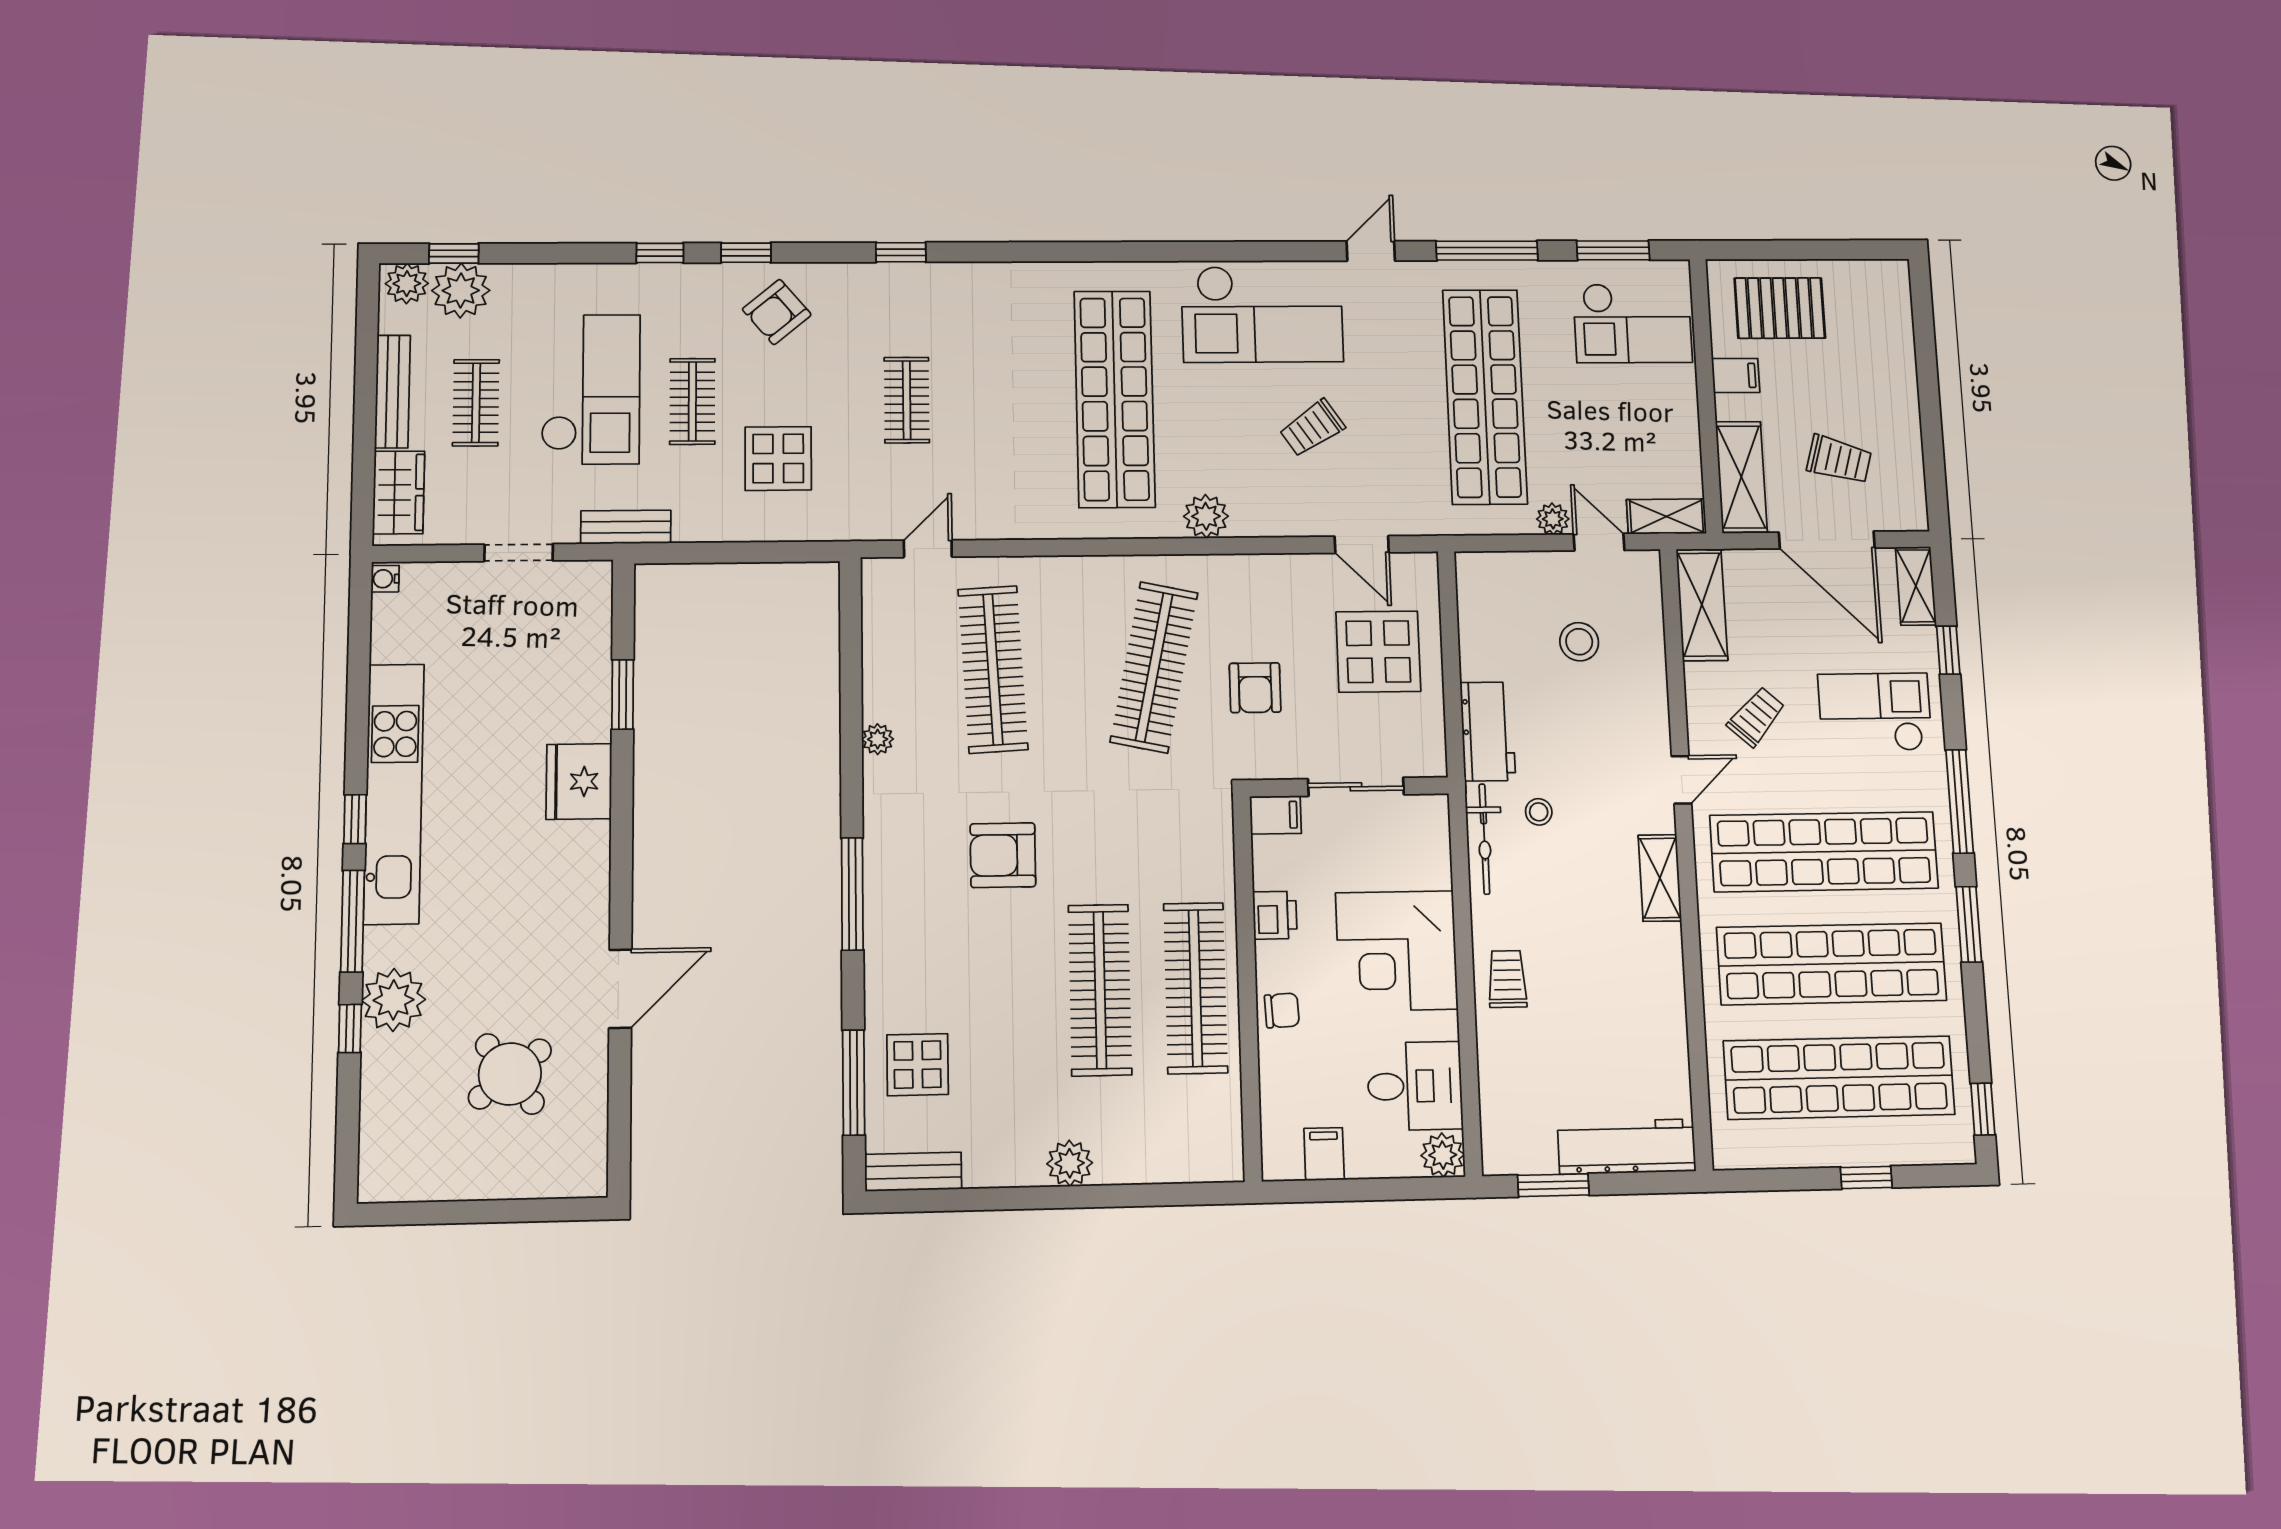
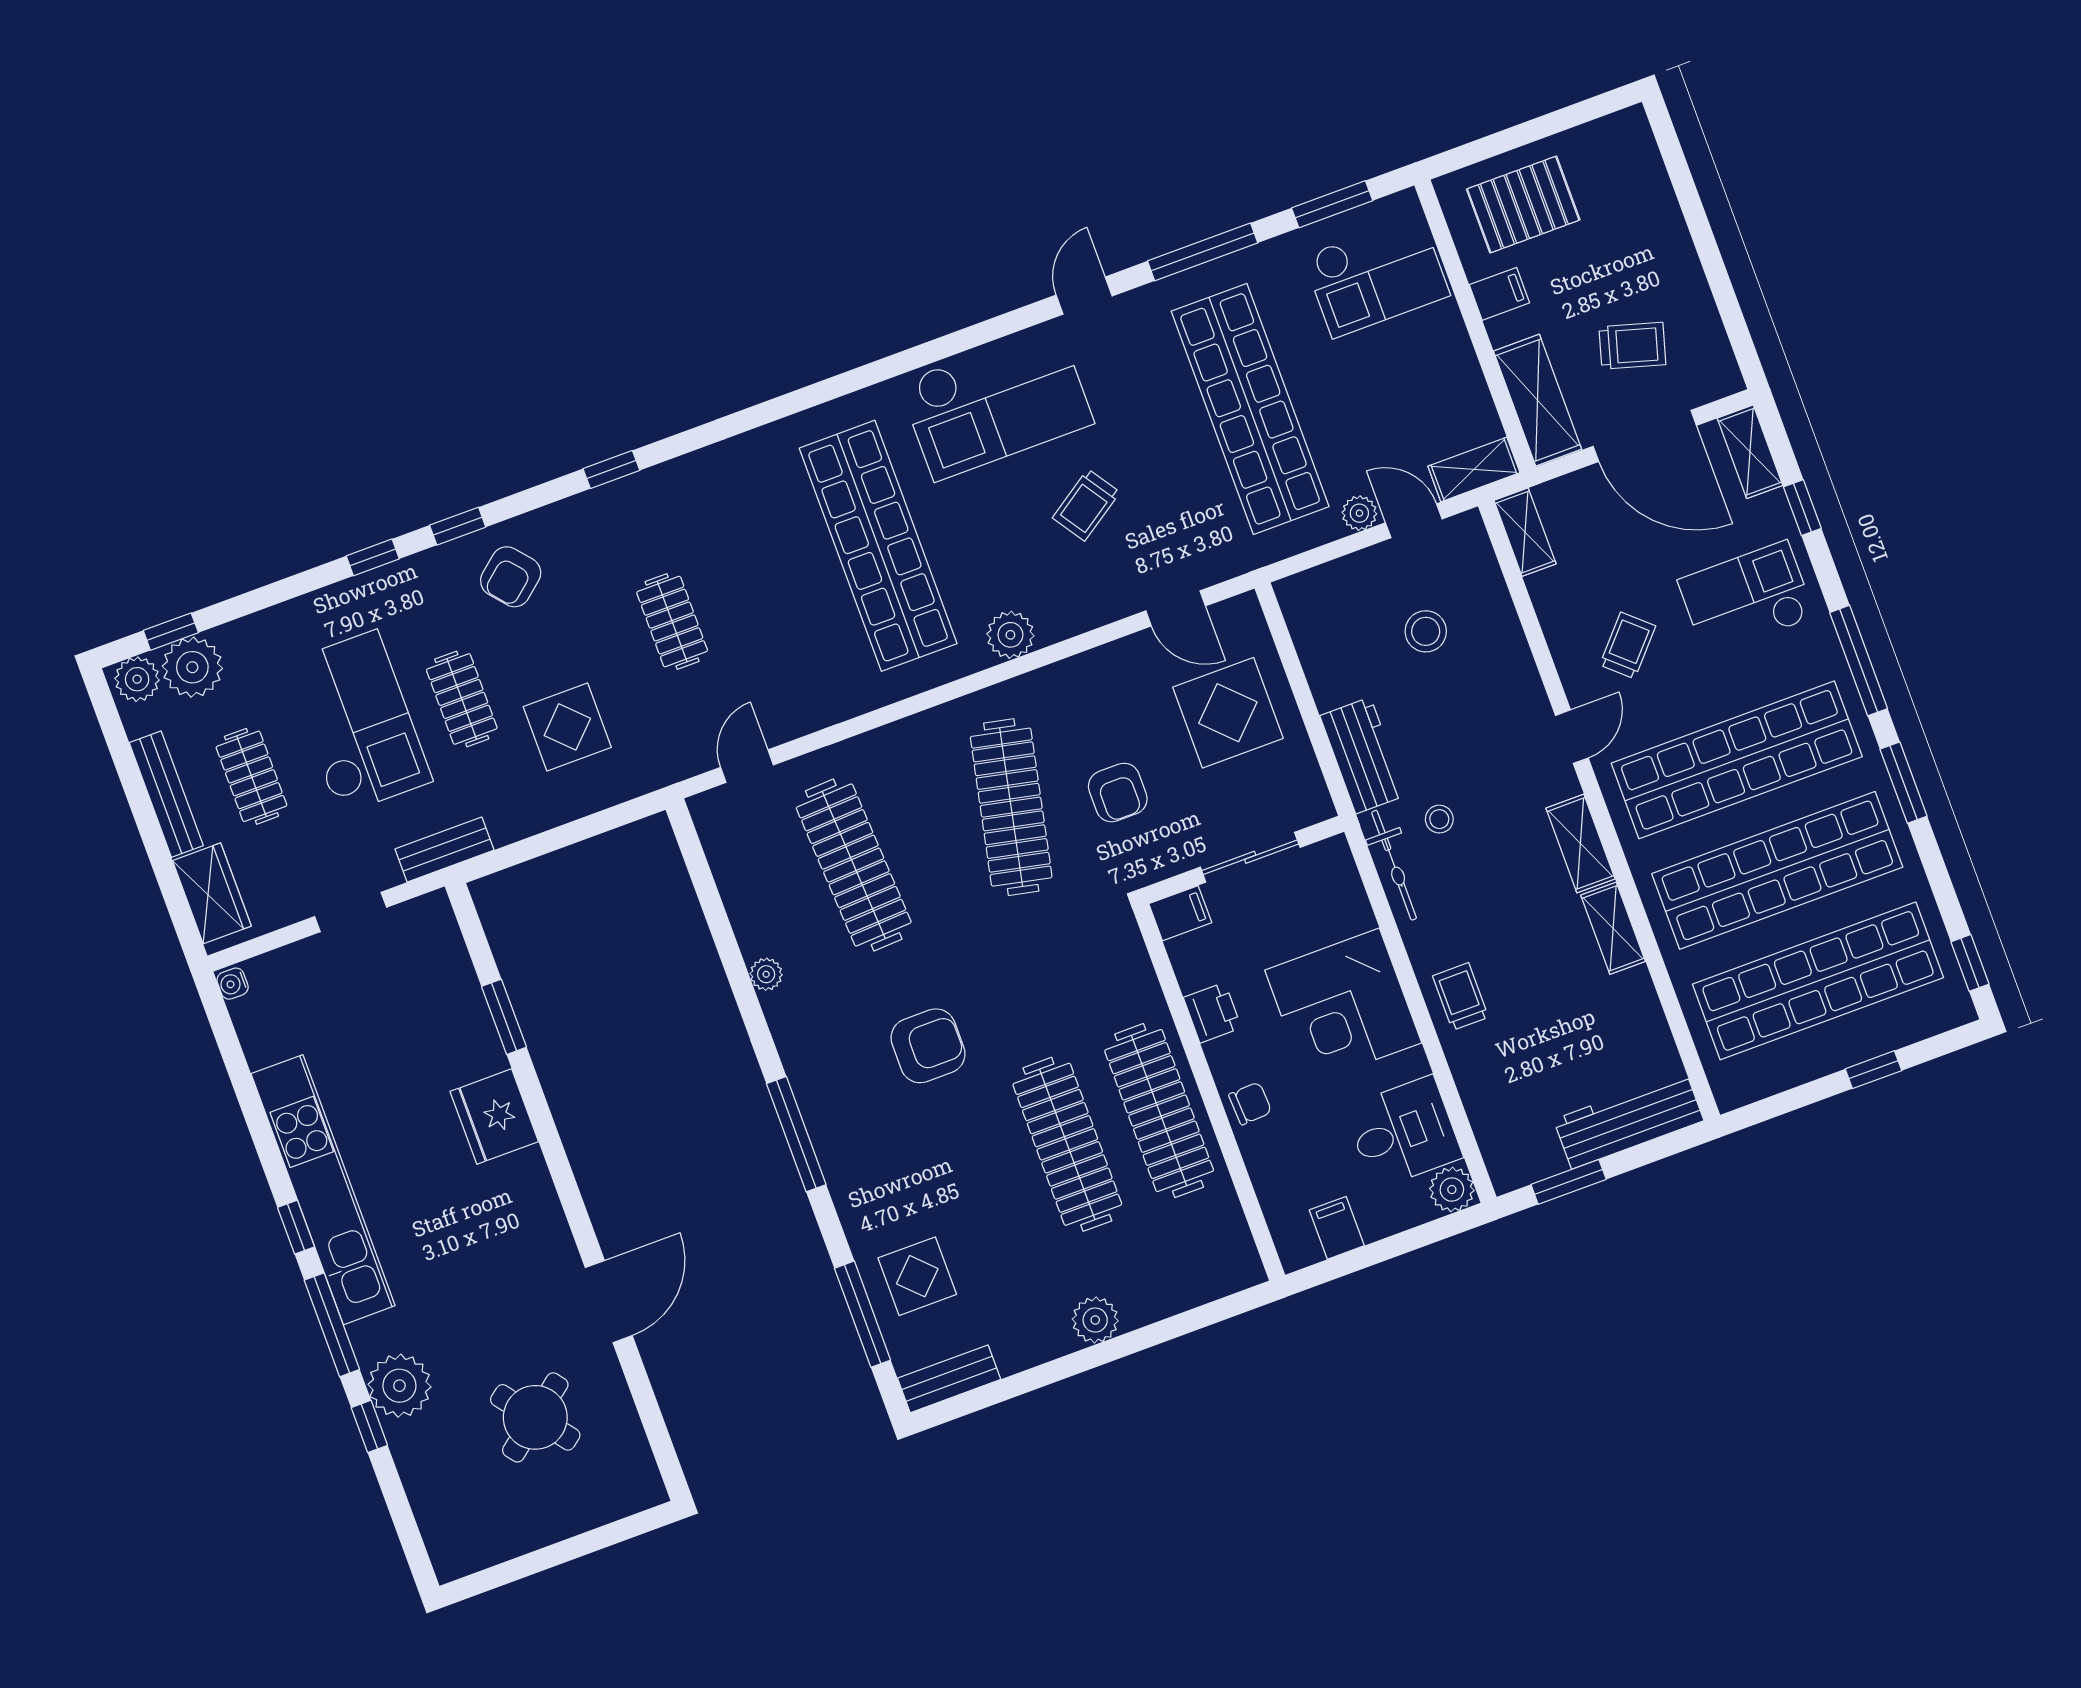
shelving: (1702, 605) -> (1525, 532), width x0.67, depth x0.75
armchair: (1003, 855) -> (928, 1046), turned 180
shelving: (1666, 965) -> (1613, 928), added

